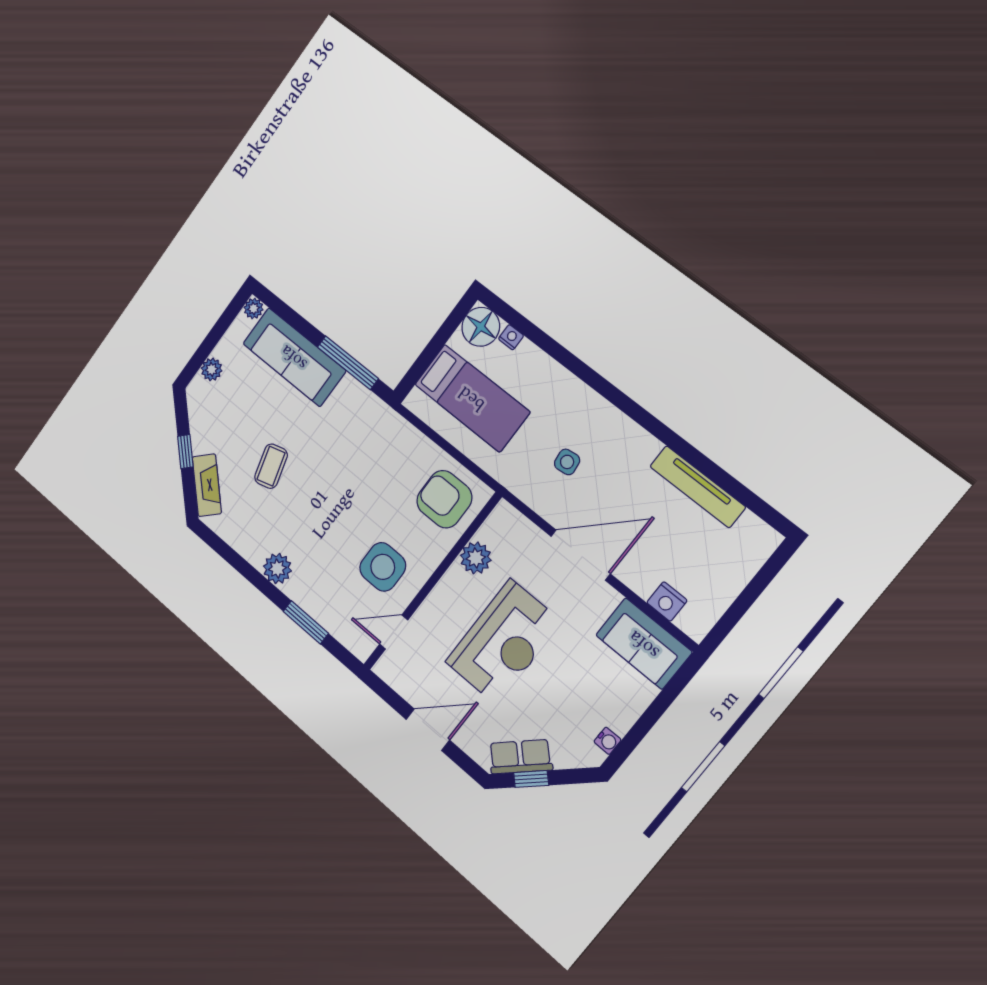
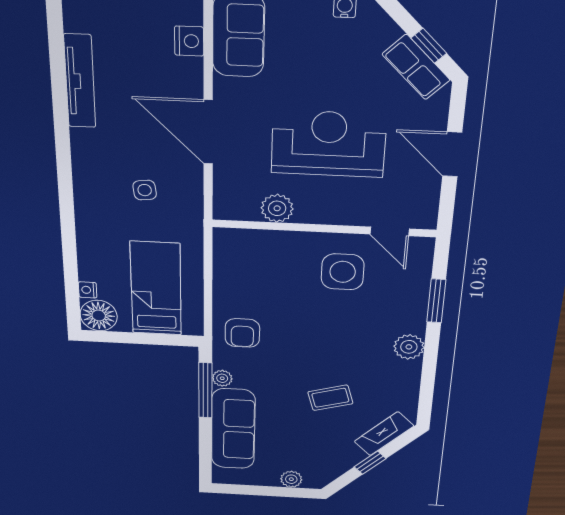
plant: (254, 308) -> (222, 378), moved
armchair: (444, 499) -> (242, 333), moved, width x0.72, depth x0.72

